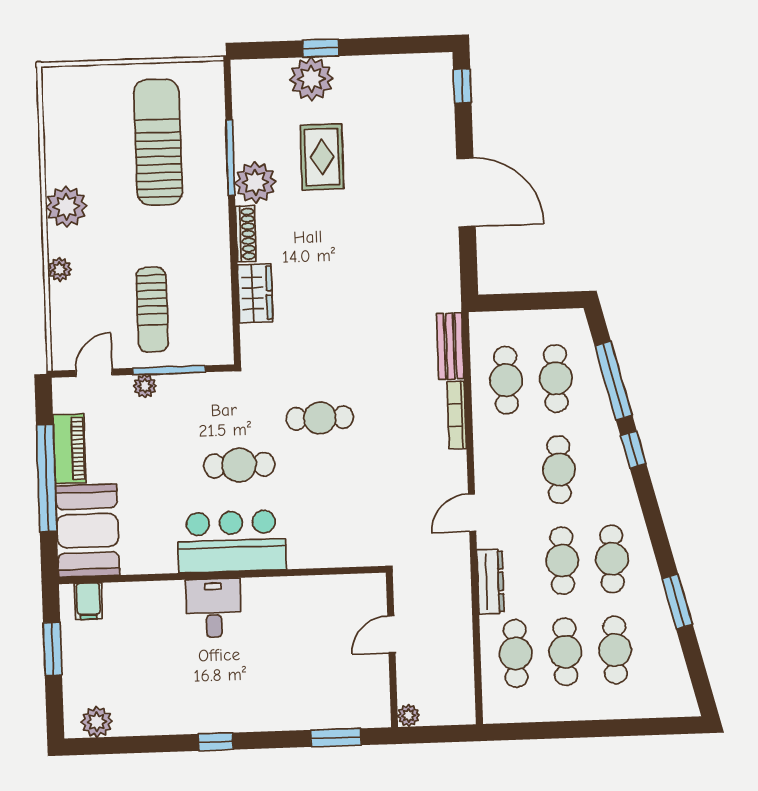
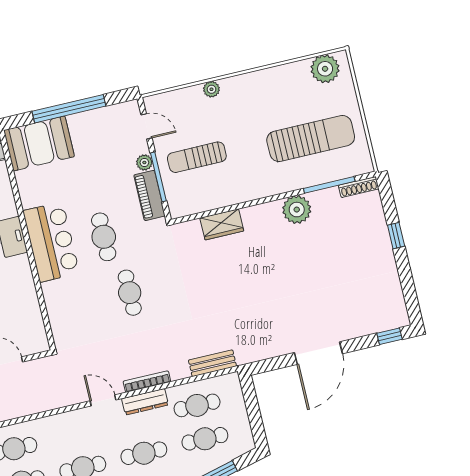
plant: (311, 79) -> (374, 233), removed
rug: (322, 157) -> (323, 251), removed
window: (230, 158) -> (329, 185), moved
plant: (66, 207) -> (325, 69), moved
shoe rack: (246, 234) -> (359, 187), moved
bookcase: (457, 415) -> (147, 382), moved
cafe table: (320, 418) -> (130, 293), moved
piano: (69, 449) -> (149, 195), moved, turned 90
dresser: (491, 582) -> (145, 402), moved

